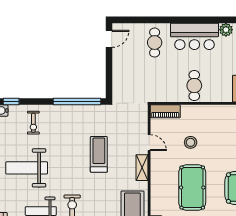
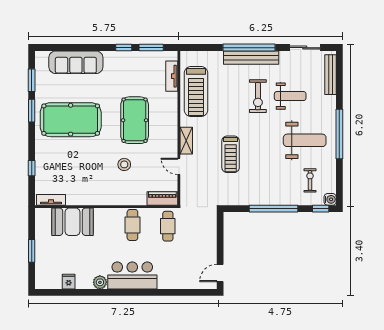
cafe table: (155, 43) -> (168, 226), moved
window: (77, 101) -> (273, 209), moved
exercise bike: (33, 123) -> (310, 180), moved
stool: (191, 142) -> (124, 164), moved

